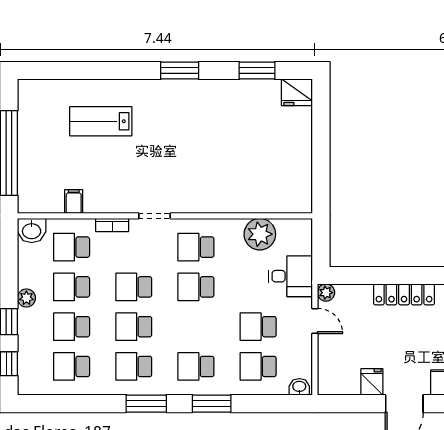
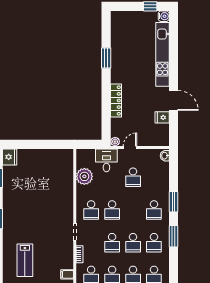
school desk: (258, 366) -> (154, 177), removed

